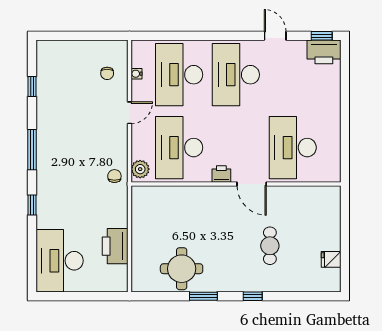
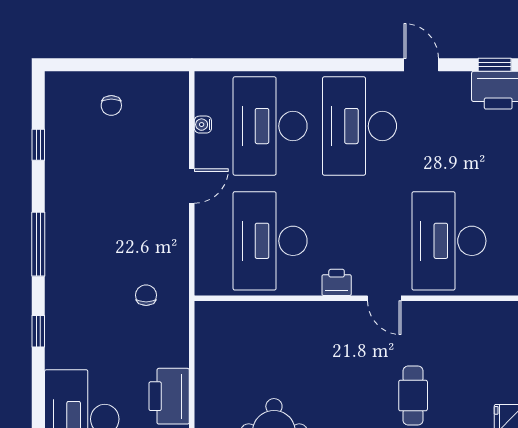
chair: (107, 73) -> (111, 105), moved
plant: (140, 169) -> (209, 275), removed
chair: (114, 176) -> (146, 295), moved
door: (252, 184) -> (384, 298), width x0.73

